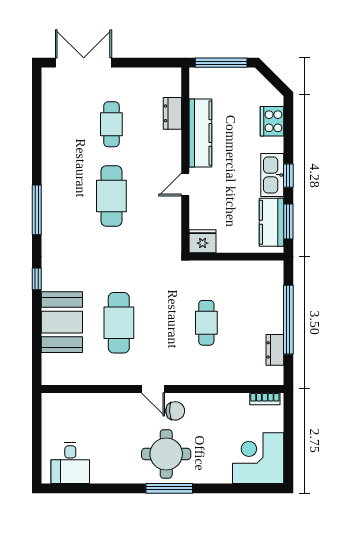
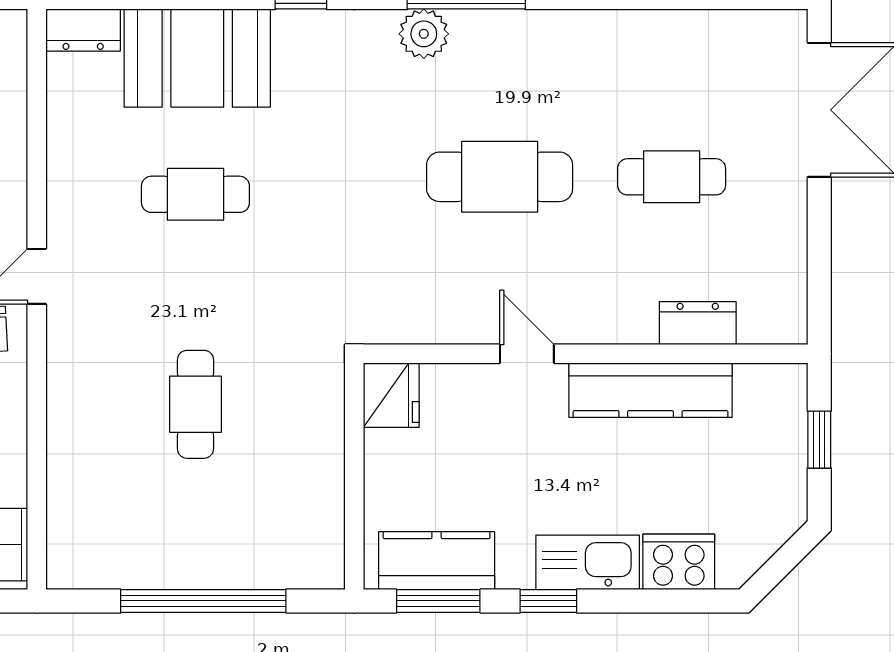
window: (221, 63) -> (819, 440), width x0.46
kitchen sink: (272, 175) -> (588, 562), moved
plant: (52, 228) -> (424, 34), added
cafe table: (119, 323) -> (195, 194), width x0.73, depth x0.74
cafe table: (206, 323) -> (195, 404), turned 90
dresser: (275, 350) -> (83, 30), moved, turned 180

